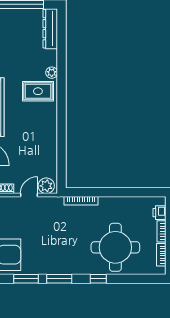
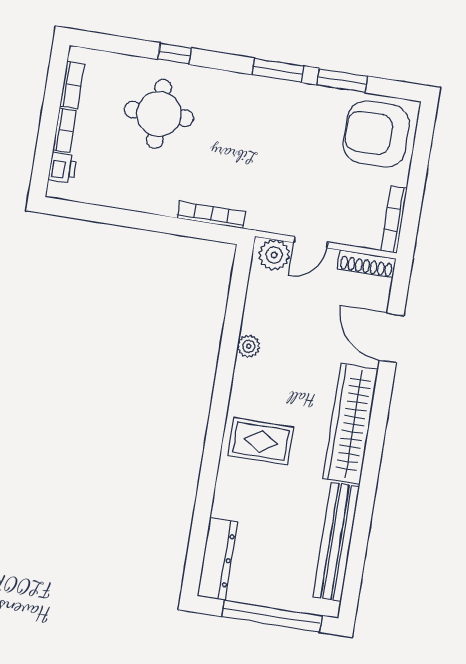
plant: (52, 73) -> (249, 346), moved
round table: (115, 247) -> (159, 114), width x0.73, depth x0.73
window: (98, 279) -> (175, 54), moved

